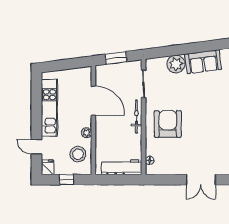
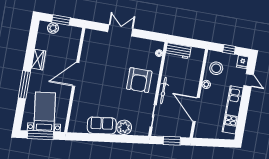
workbench: (122, 167) -> (178, 51), width x0.73

